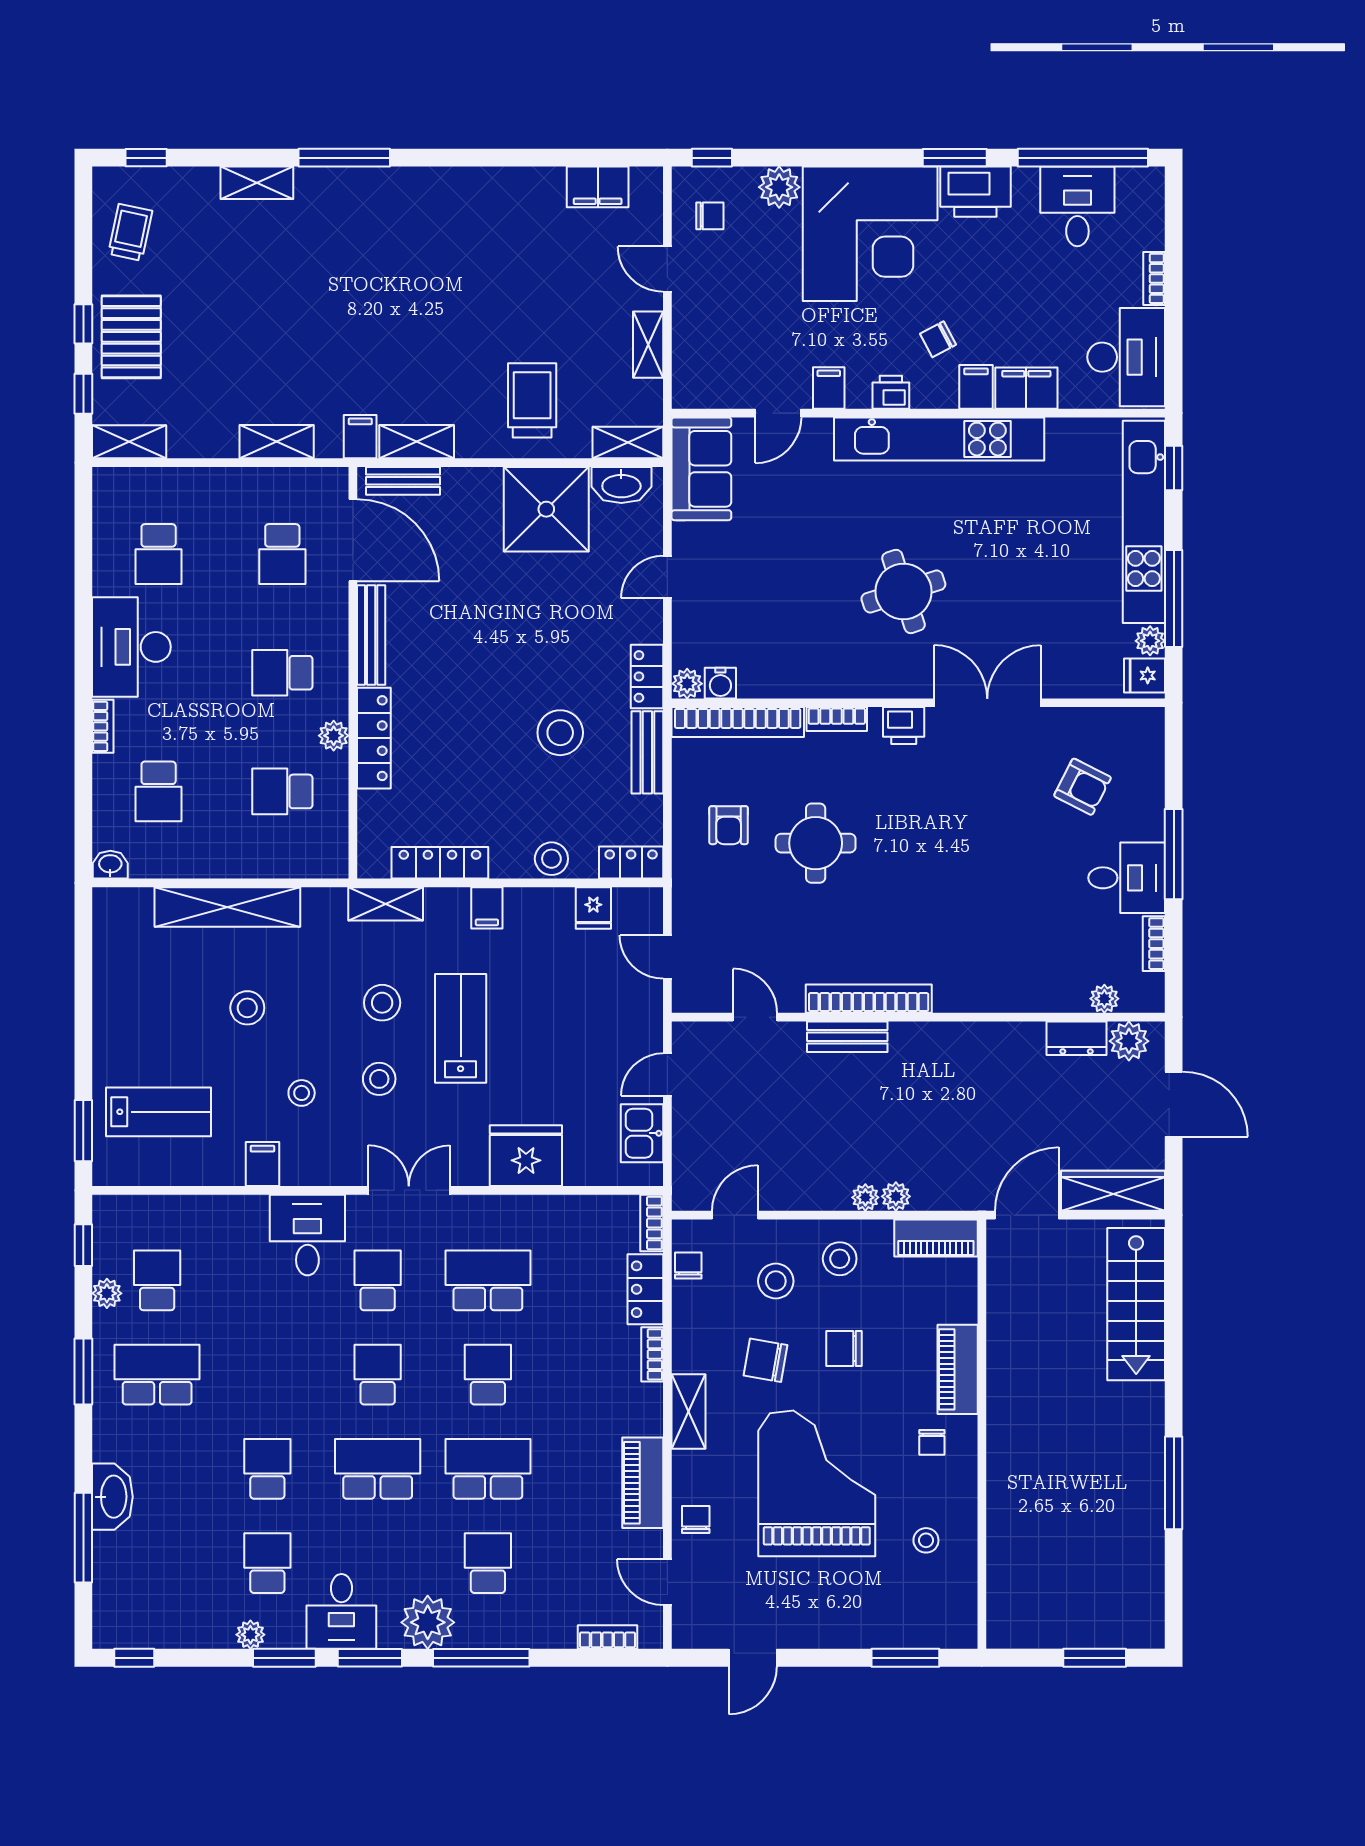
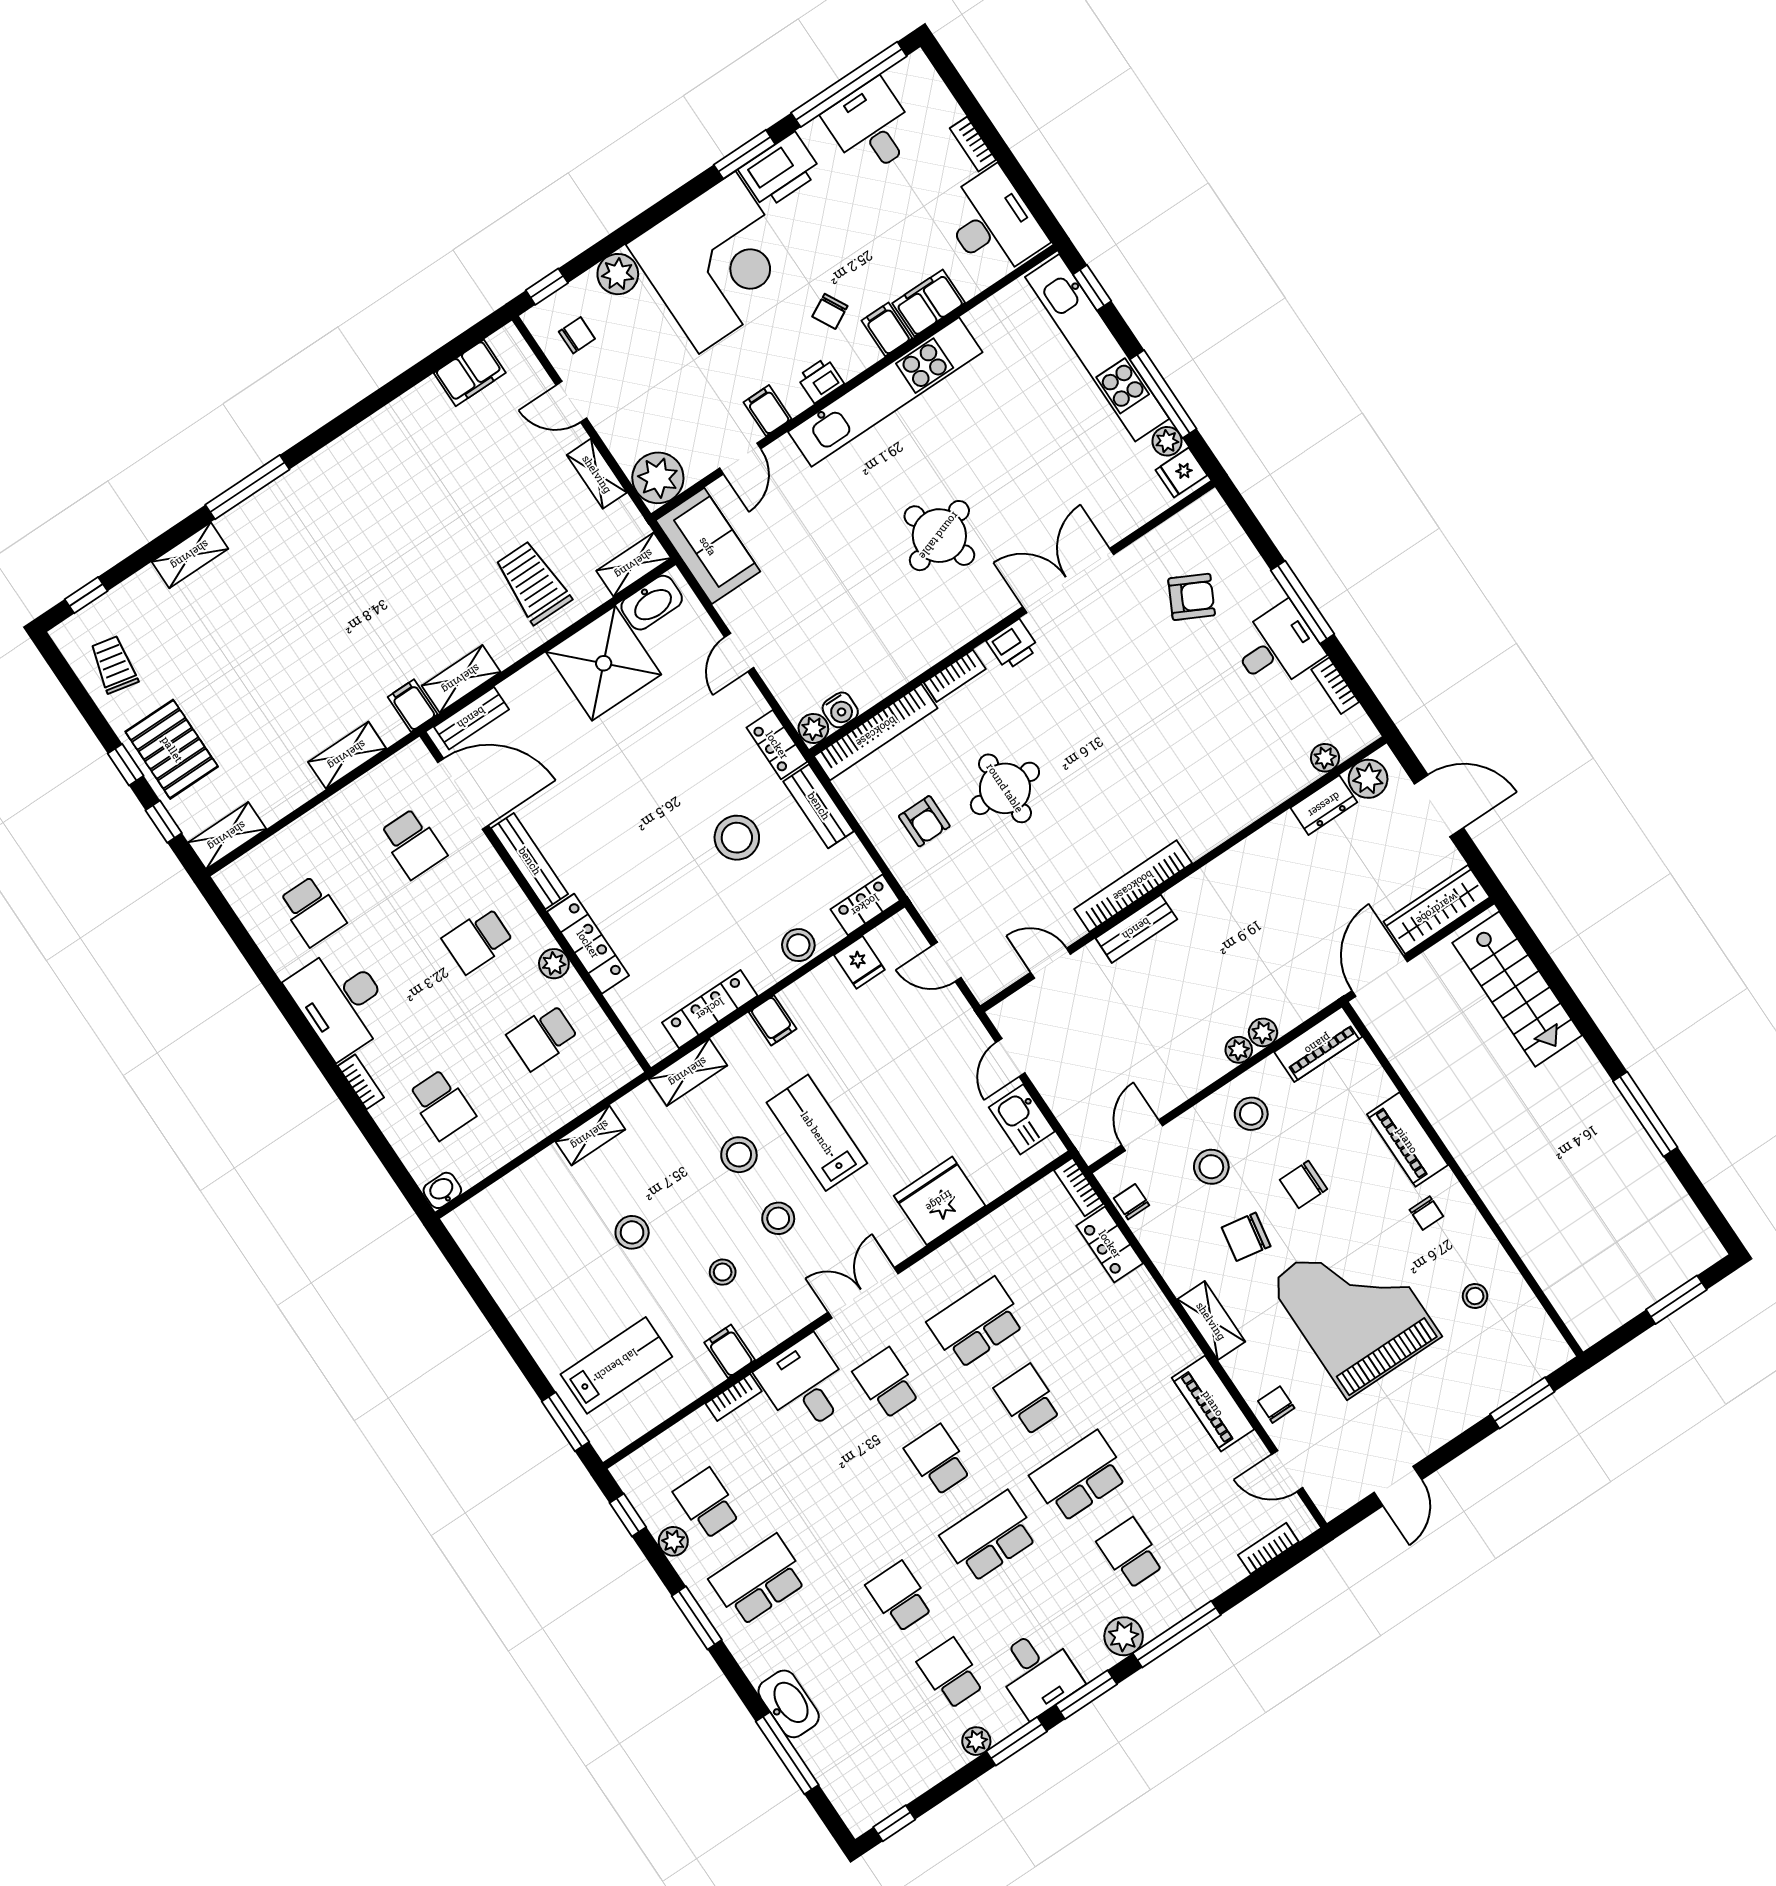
plant: (698, 383) -> (658, 478), added
shelving: (227, 907) -> (590, 1135), width x0.45, depth x0.75
bookcase: (652, 1354) -> (734, 1397), moved, turned -90
plant: (428, 1622) -> (1124, 1636), width x0.73, depth x0.73

